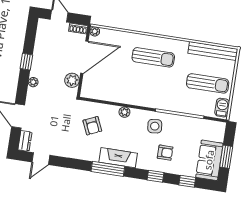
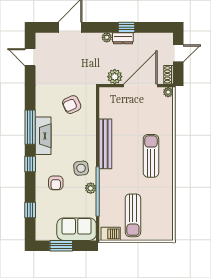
bench: (213, 51) -> (105, 144), moved
door: (84, 57) -> (140, 86), swing flipped
sun lounger: (153, 57) -> (151, 156), turned 180
plant: (124, 112) -> (91, 188), moved
dresser: (25, 141) -> (123, 38), moved
sofa: (209, 160) -> (77, 229), moved
window: (155, 176) -> (30, 164), moved

